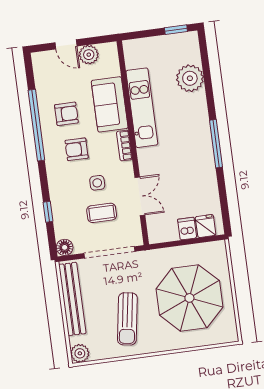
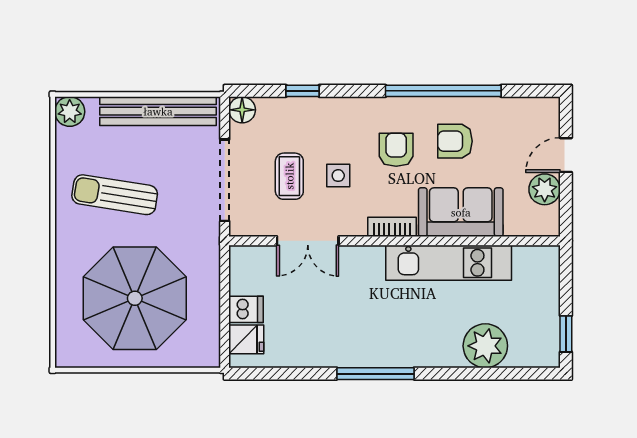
armchair: (66, 114) -> (455, 141), turned 90

